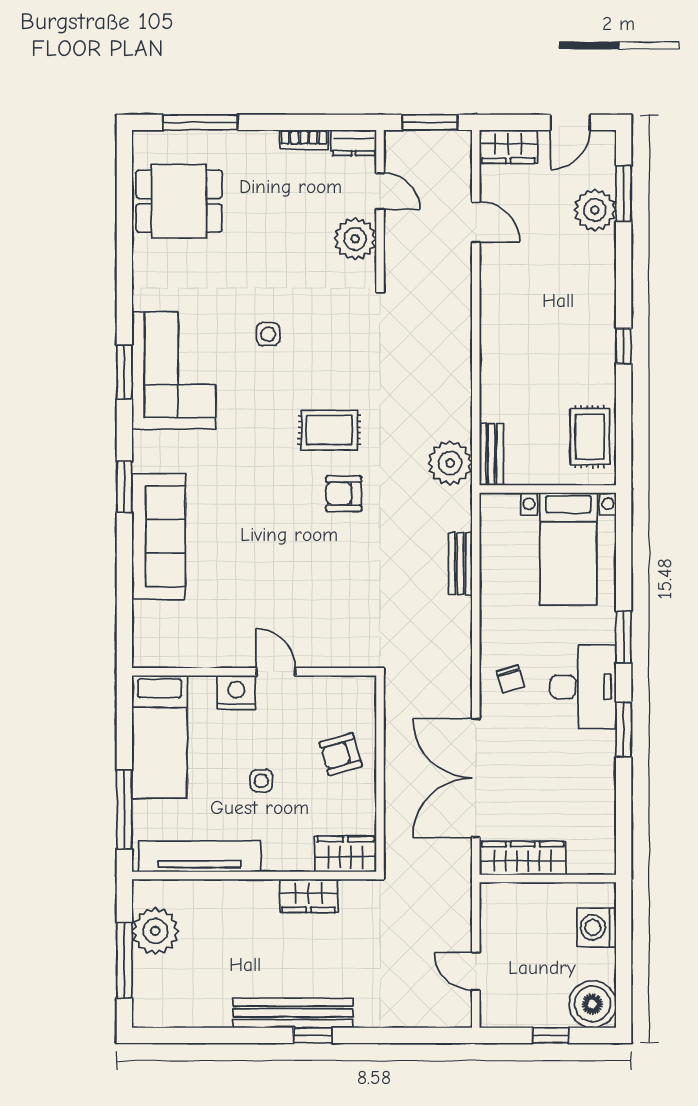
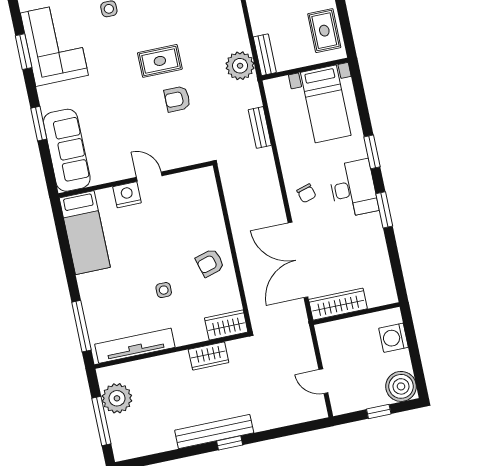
wall: (254, 672) -> (136, 179), moved
door: (276, 672) -> (149, 176), moved
nightstand: (236, 693) -> (127, 195), moved
bed: (159, 737) -> (85, 233), moved

